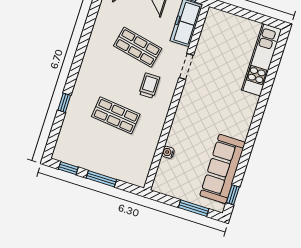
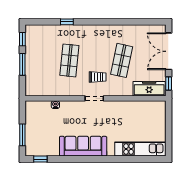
doorway: (186, 66) -> (94, 98), moved
sofa: (223, 169) -> (83, 146), moved

